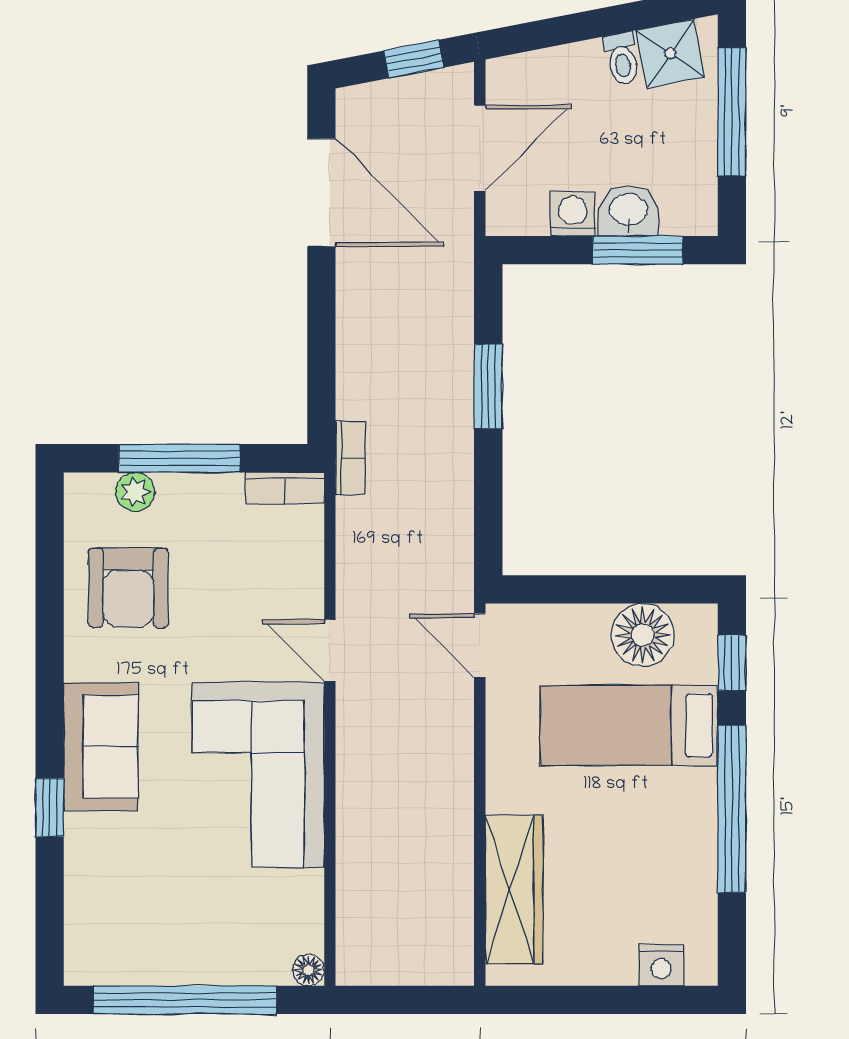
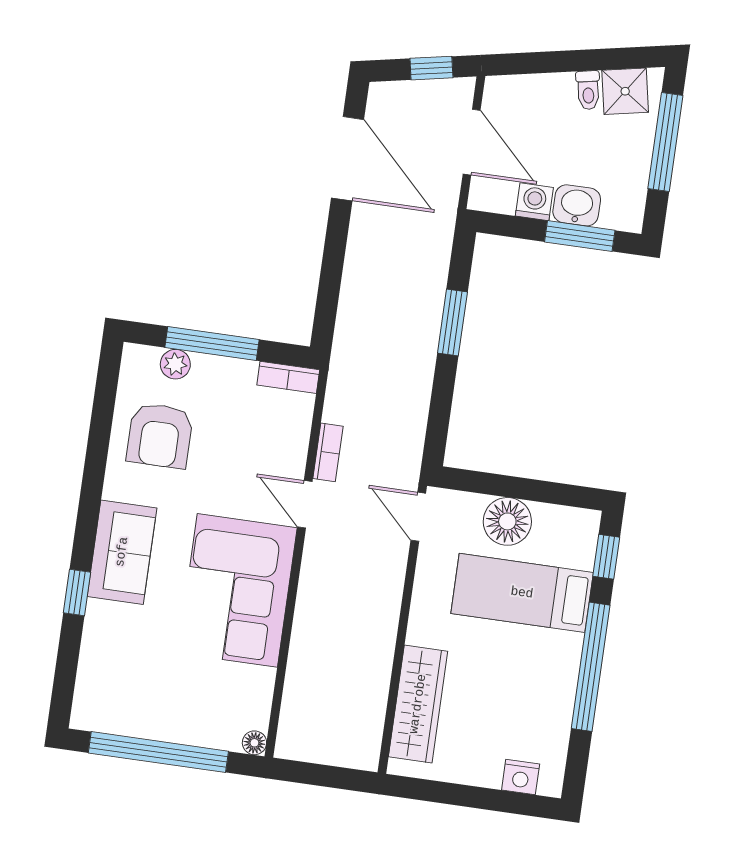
door: (480, 148) -> (472, 142), hinge flipped
bookcase: (350, 458) -> (328, 452), moved
floor lamp: (643, 635) -> (507, 521), moved

